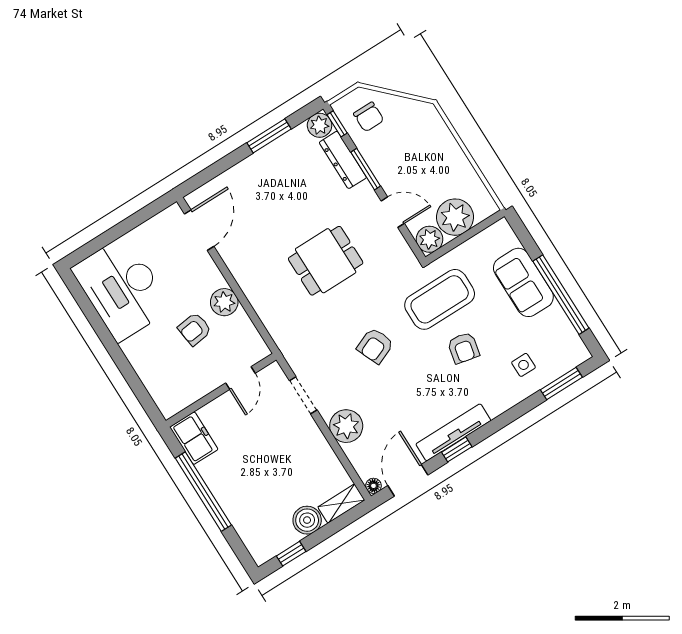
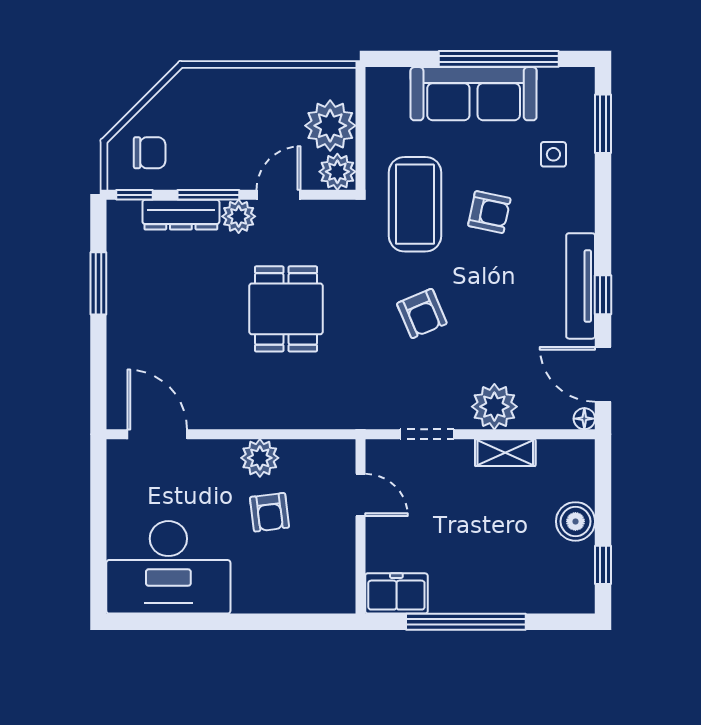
plant: (320, 125) -> (239, 216), moved
sofa: (523, 282) -> (474, 94), width x1.36
shelving: (341, 504) -> (505, 453), moved, turned 90

